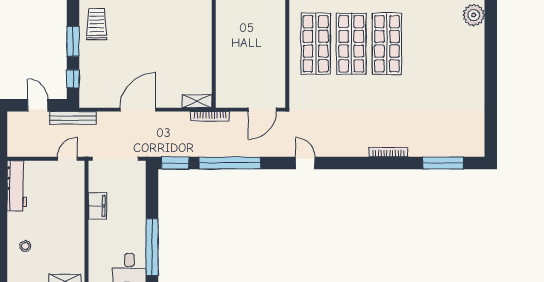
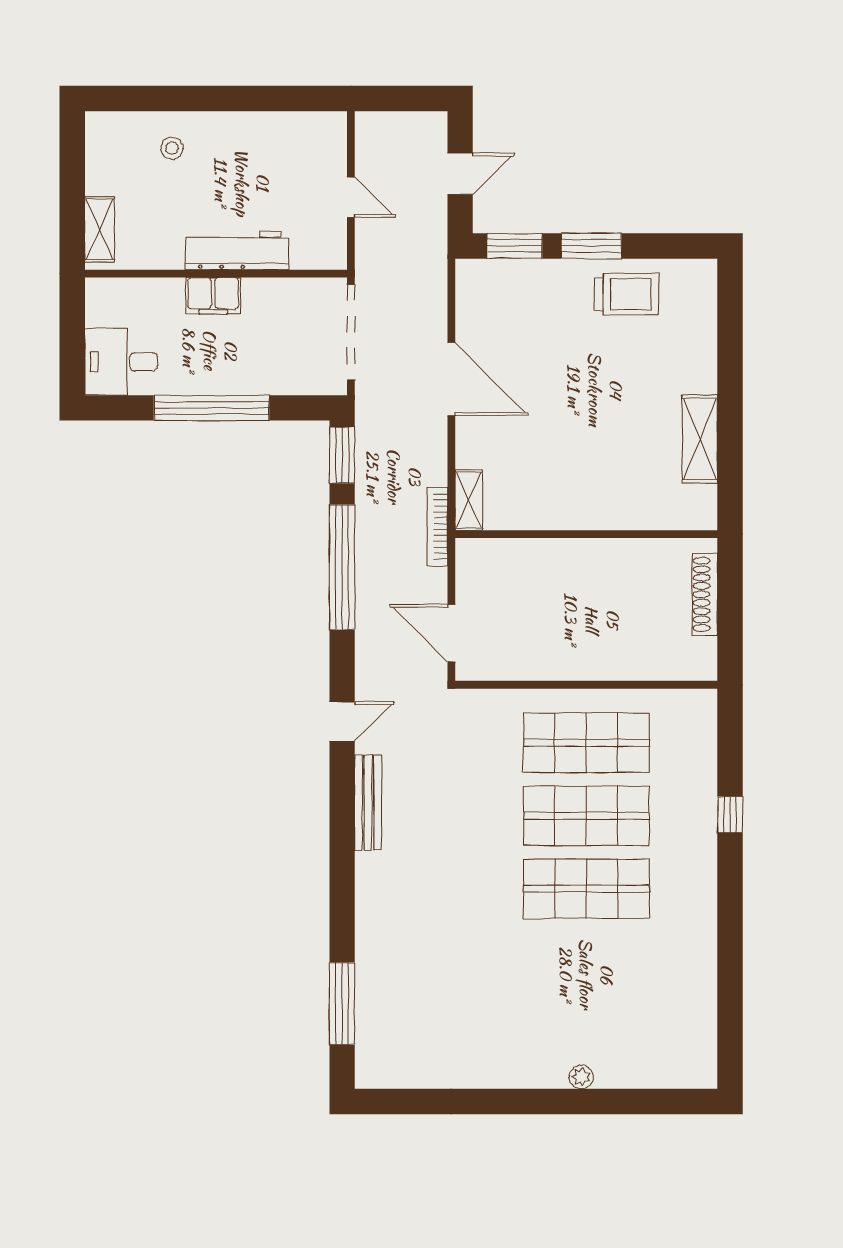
plant: (474, 15) -> (581, 1077), moved, width x0.53, depth x0.53
window: (73, 79) -> (515, 246), width x1.50
bench: (73, 118) -> (368, 803), moved
bookcase: (388, 152) -> (365, 892), removed
door: (68, 159) -> (351, 197), moved
workbench: (17, 186) -> (237, 250), moved, turned 180
filing cabinet: (97, 206) -> (213, 296), moved
window: (152, 247) -> (212, 408), moved

